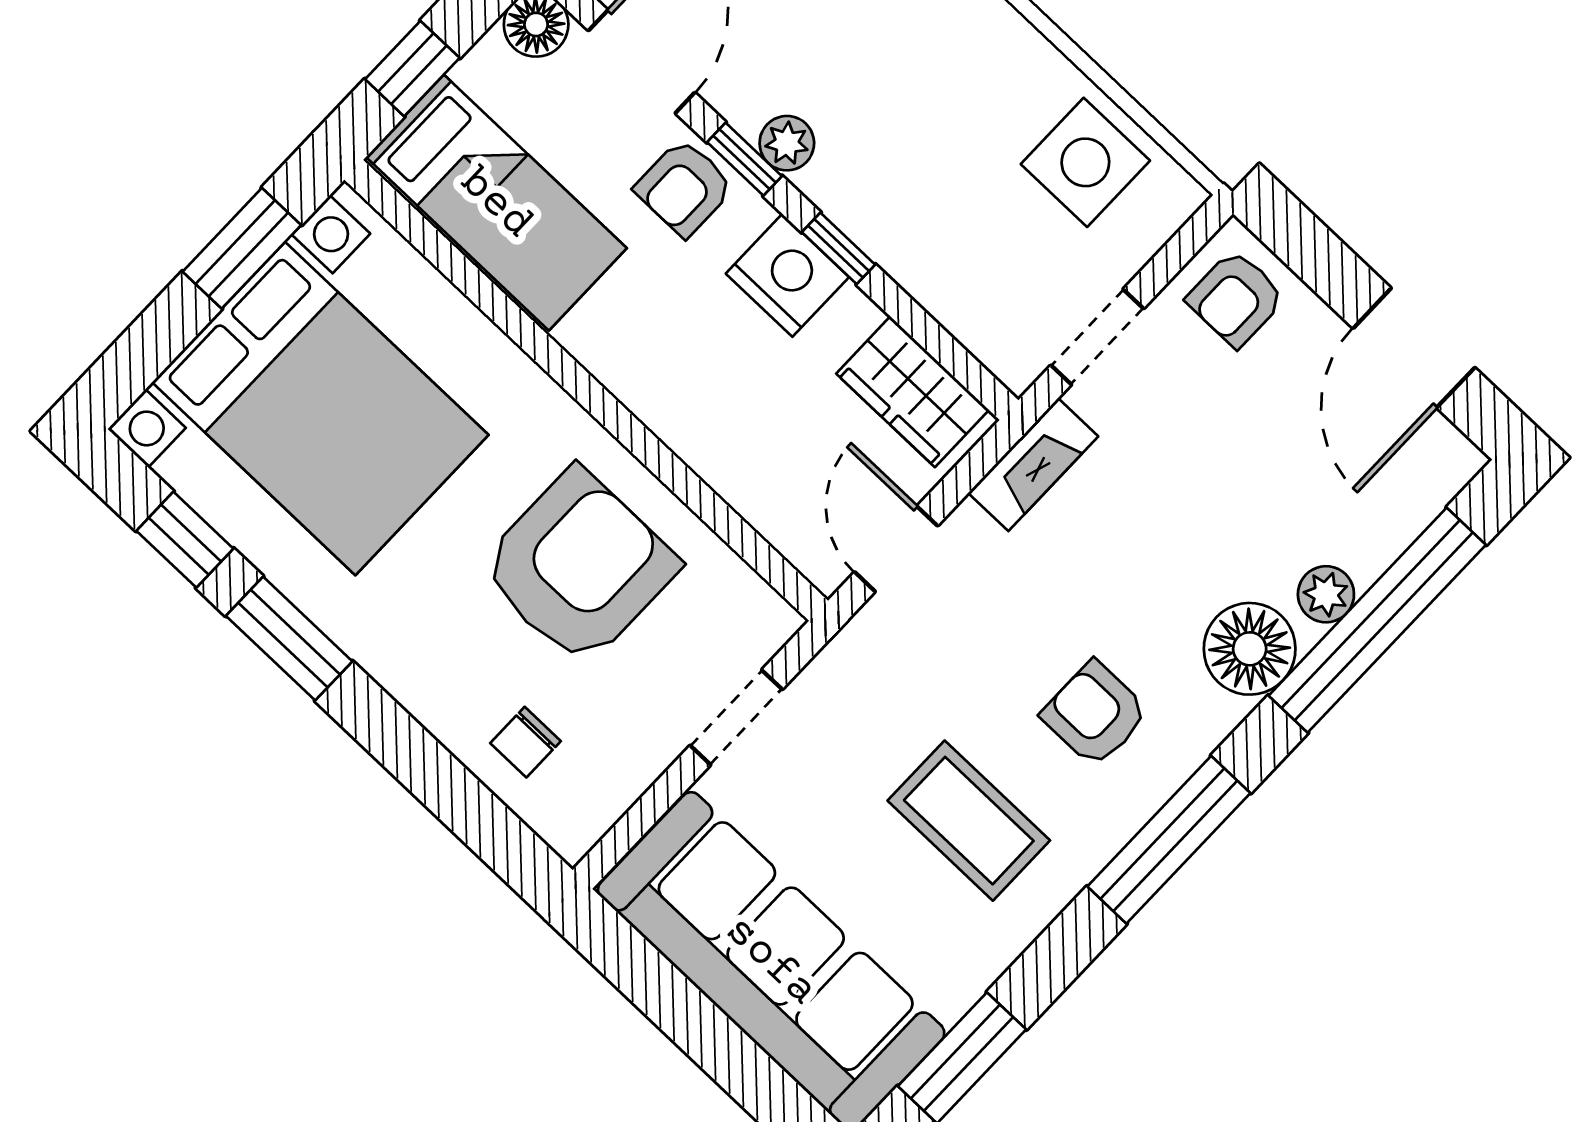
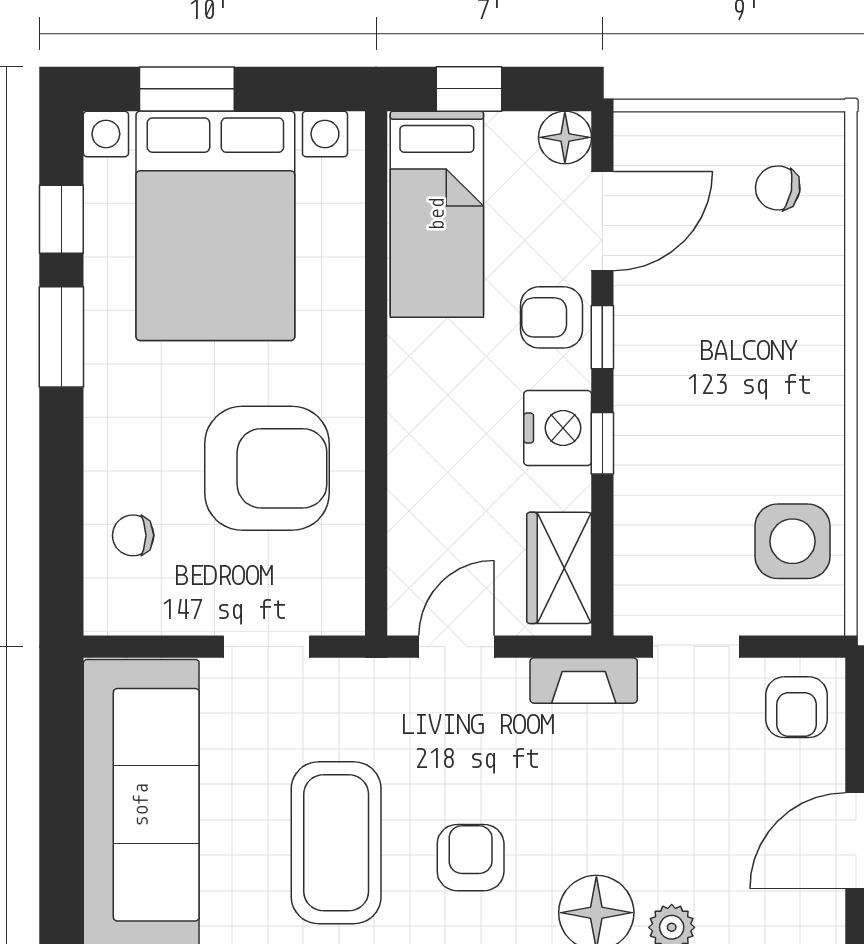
plant: (787, 143) -> (636, 353), removed
window: (242, 248) -> (187, 89), moved
armchair: (1236, 298) -> (796, 707), turned -90
coffee table: (969, 821) -> (336, 843), width x1.36, depth x1.32

